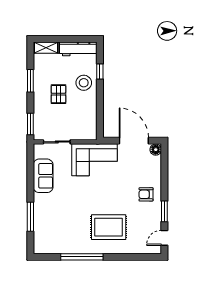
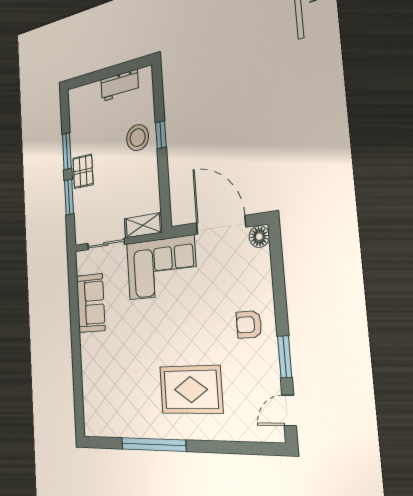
shelving: (46, 48) -> (143, 225), moved
workbench: (78, 49) -> (120, 86), width x0.73
window: (100, 72) -> (161, 135), moved
pallet: (58, 94) -> (83, 171), moved
window: (30, 124) -> (69, 197), moved
window: (30, 217) -> (77, 373), removed

